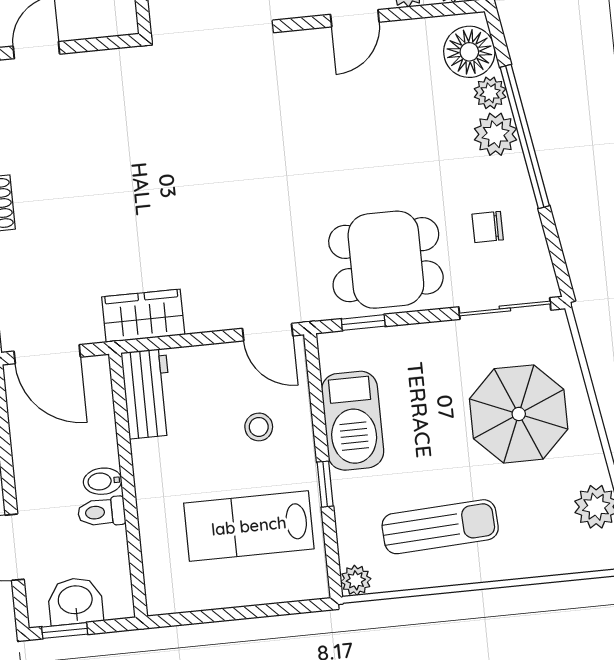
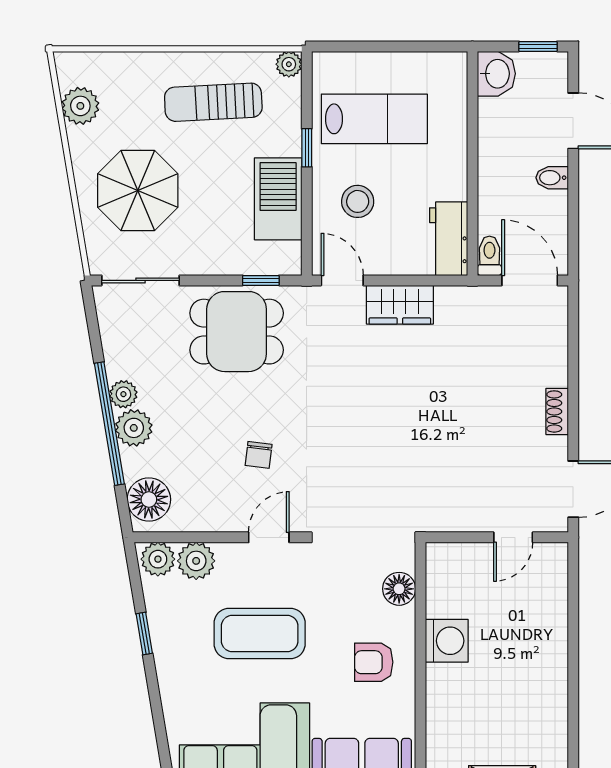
door: (355, 18) -> (269, 537), moved
plant: (490, 93) -> (123, 394), moved
chair: (488, 227) -> (259, 455), moved, turned 97
wardrobe: (143, 316) -> (400, 305), moved
stool: (259, 427) -> (358, 201), width x1.37, depth x1.37
bidet: (103, 481) -> (552, 178), moved, turned 180
toilet: (102, 512) -> (489, 256), moved, turned -90
washbasin: (75, 601) -> (496, 74), moved, turned -90

